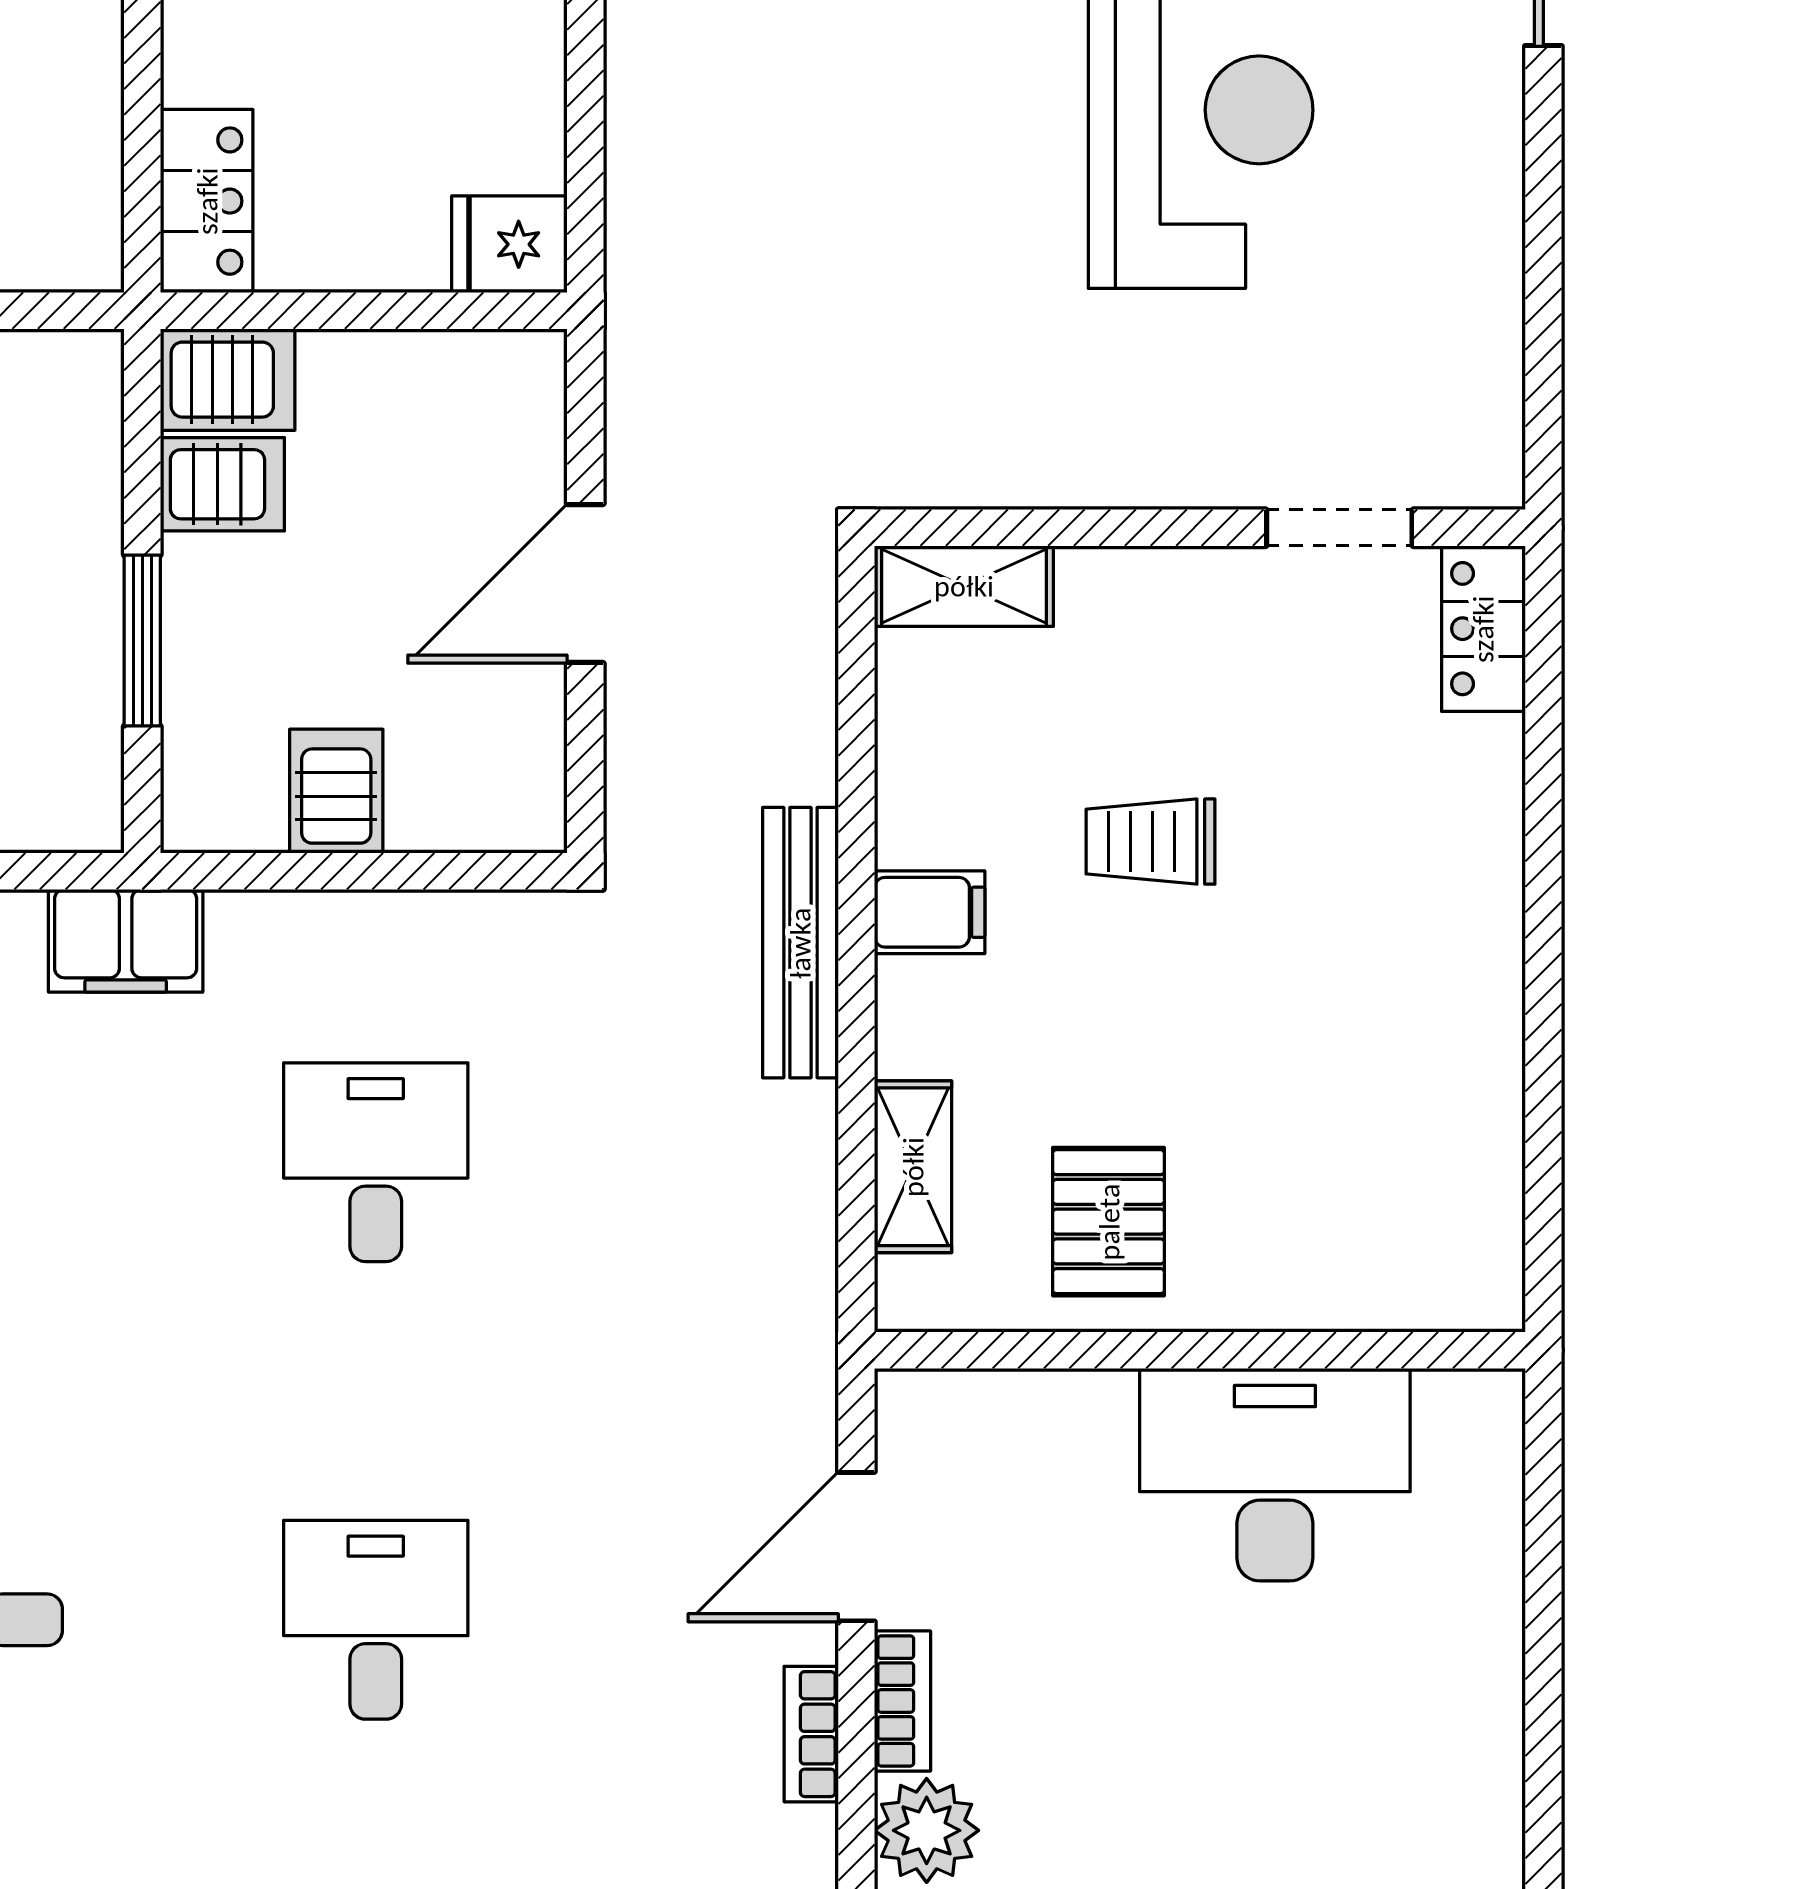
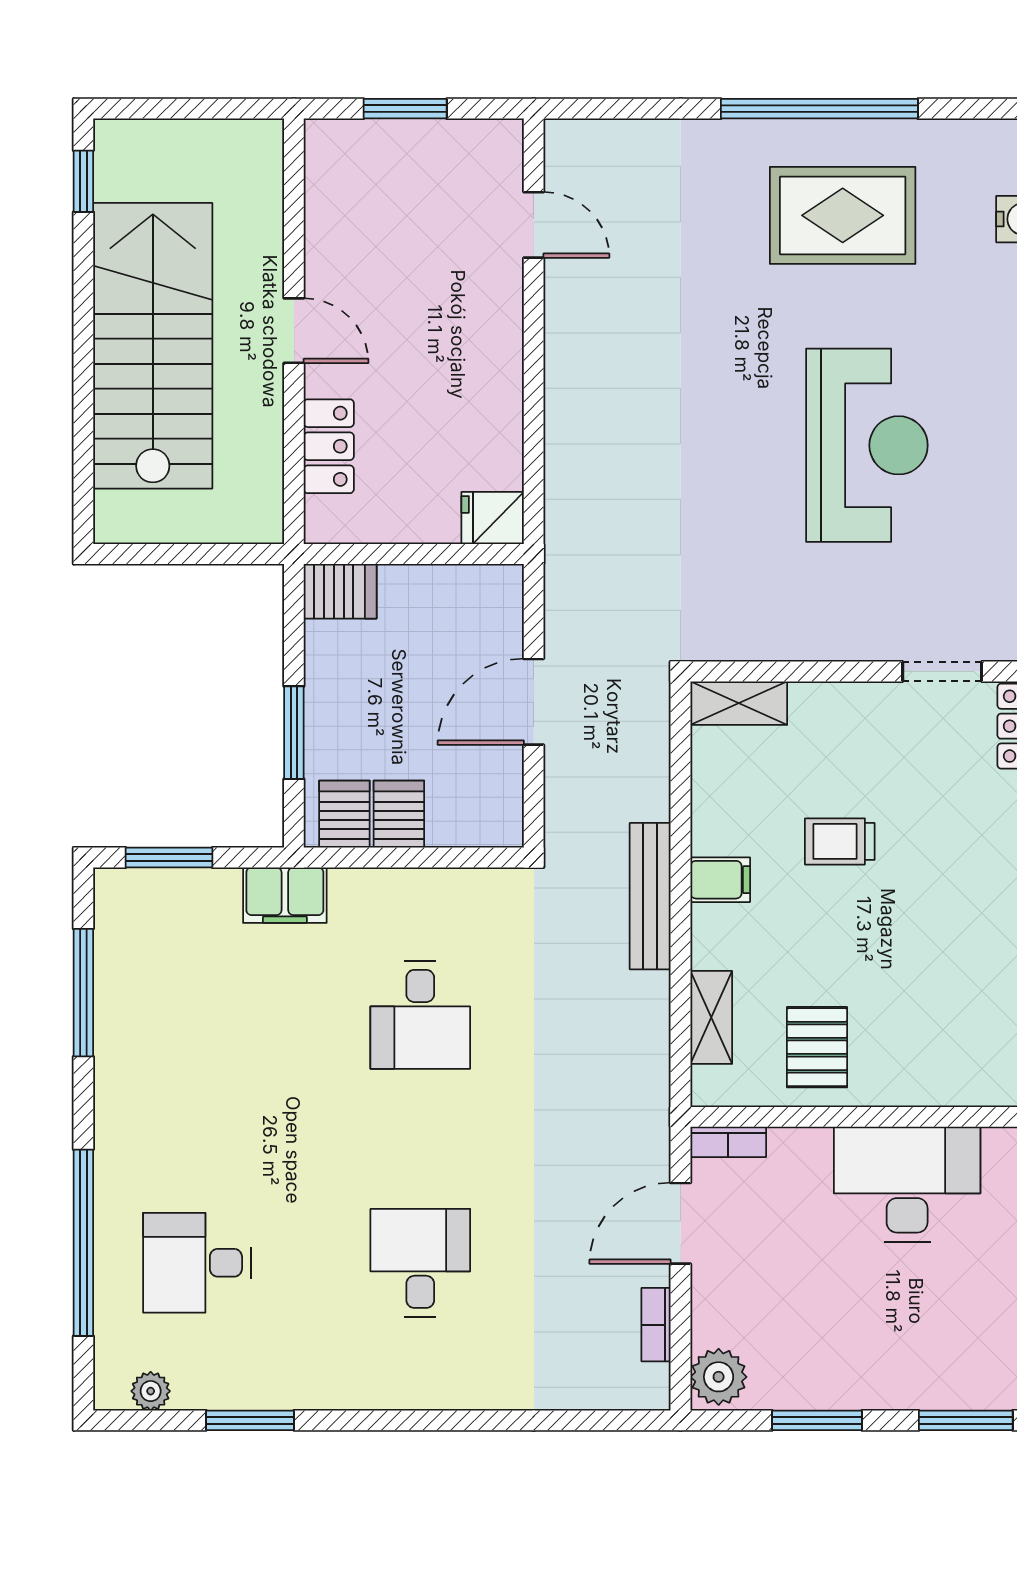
locker: (207, 201) -> (329, 446), moved
server rack: (222, 484) -> (344, 814), moved, turned -90
desk: (376, 1162) -> (420, 1015), turned 180
bookcase: (902, 1701) -> (728, 1142), moved, turned 90

